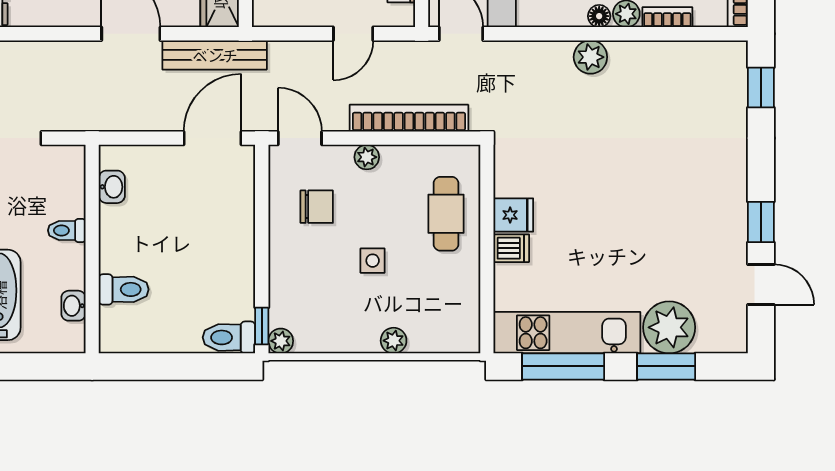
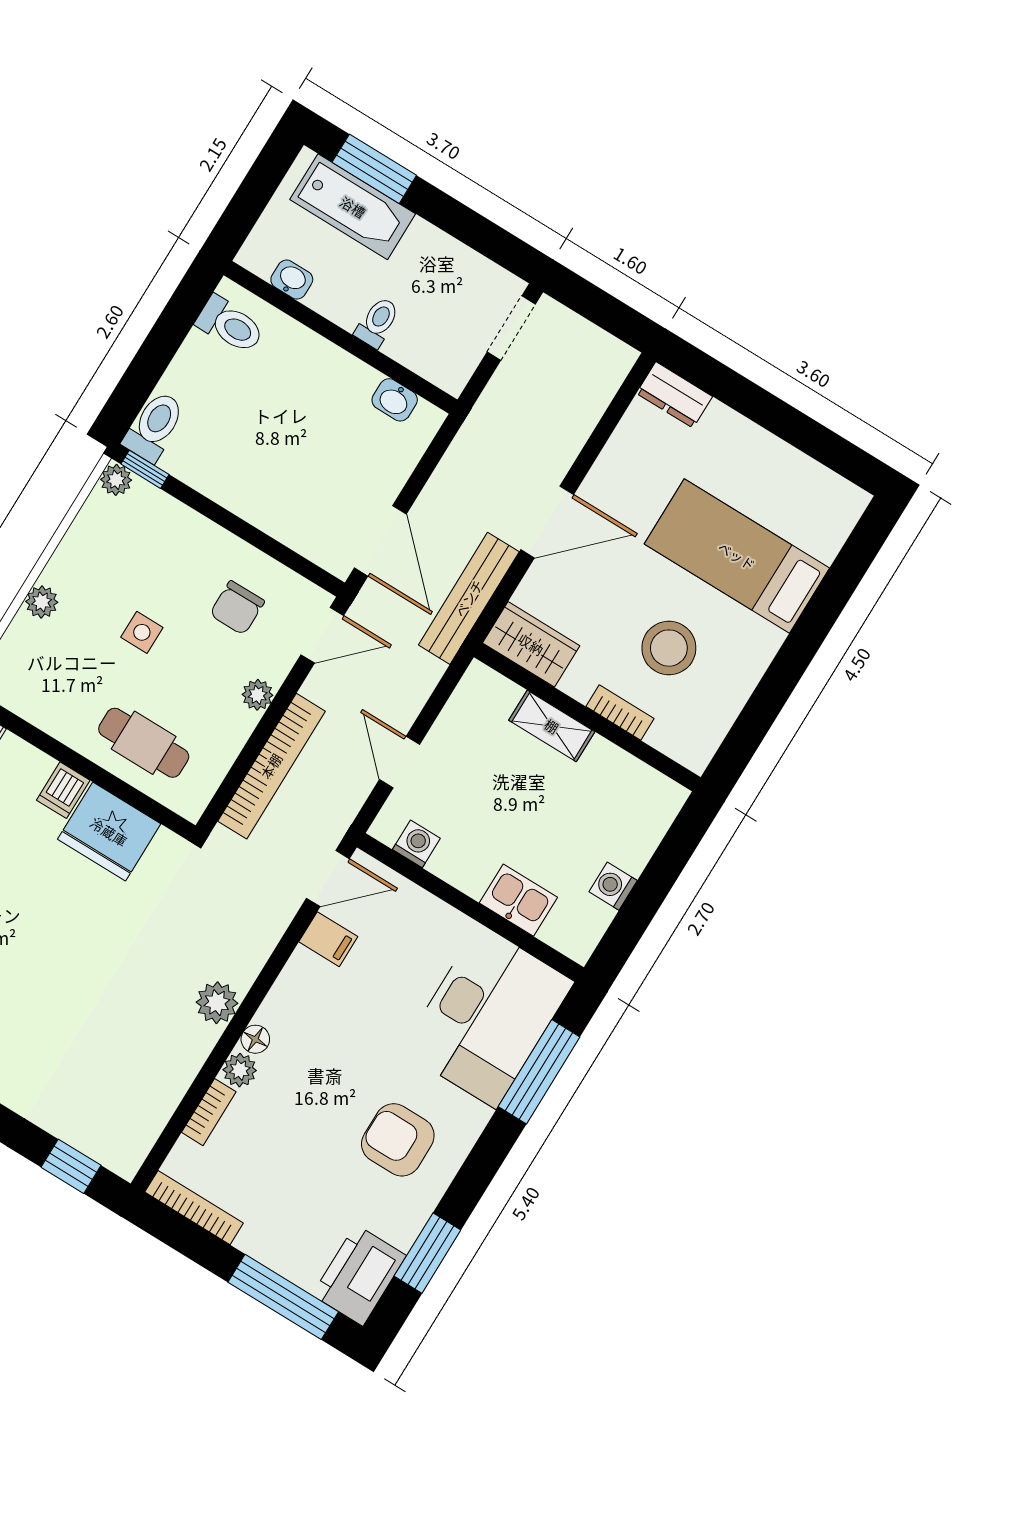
fridge: (513, 215) -> (109, 832), width x1.88, depth x1.34
toilet: (124, 289) -> (230, 325), moved, turned -90

